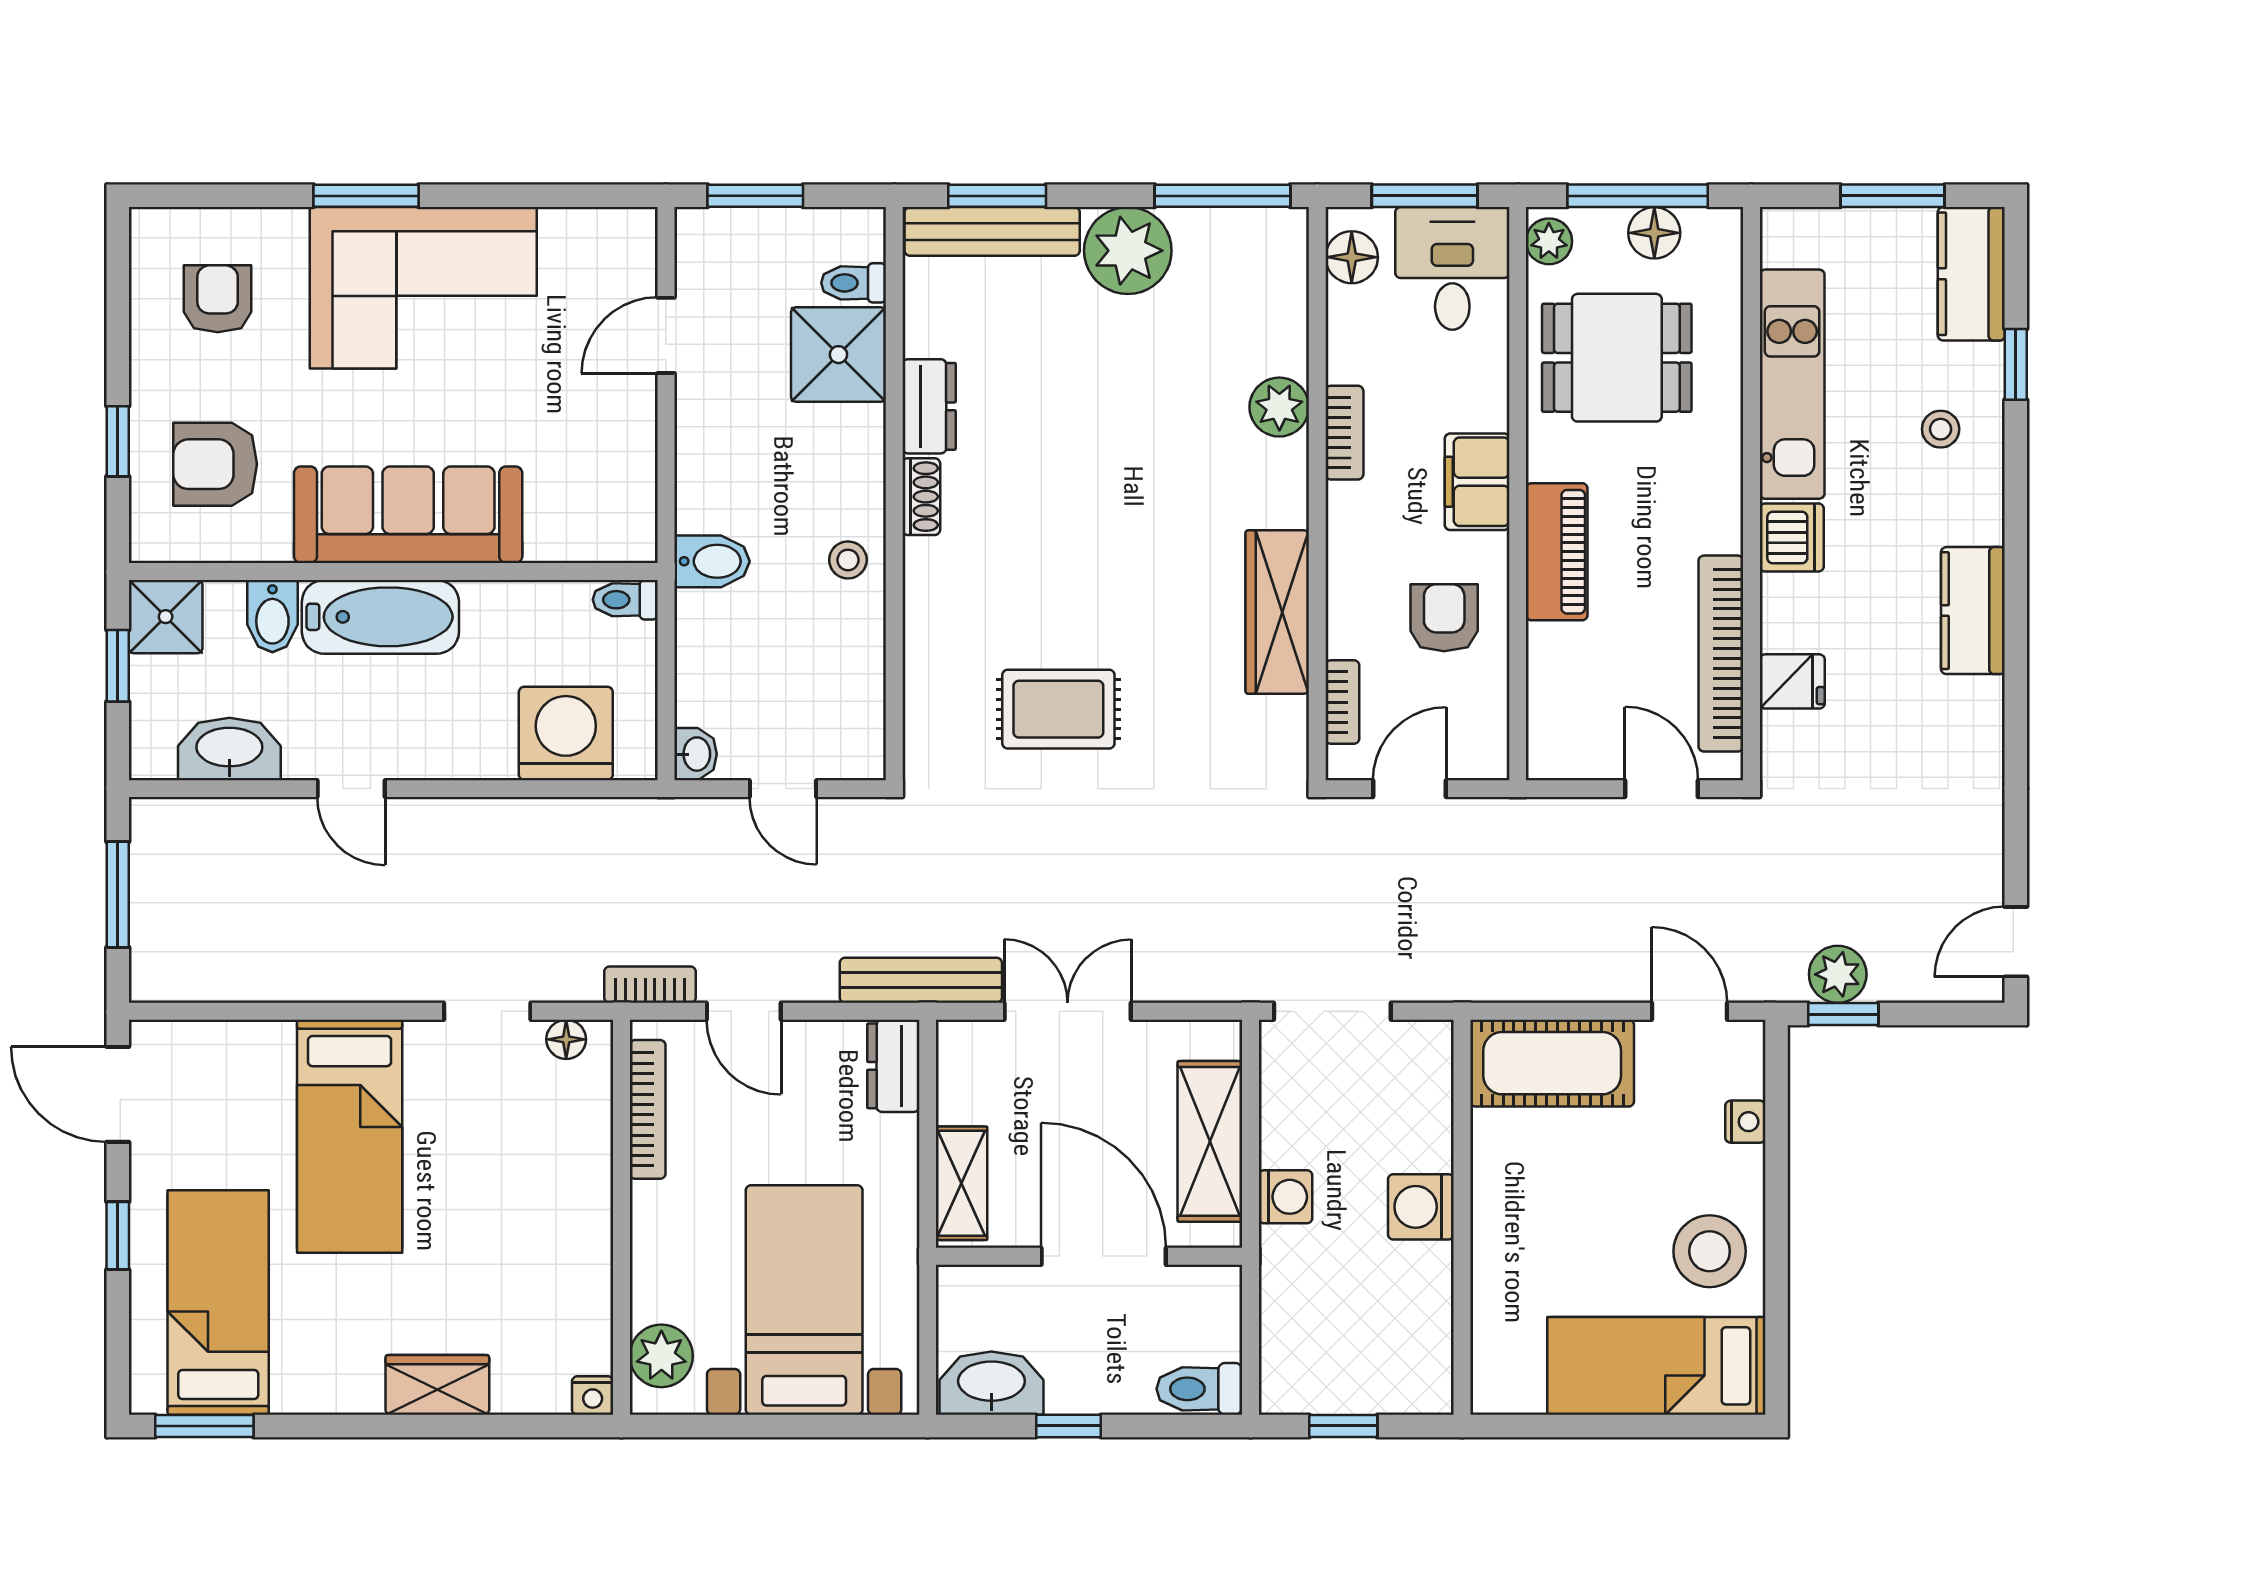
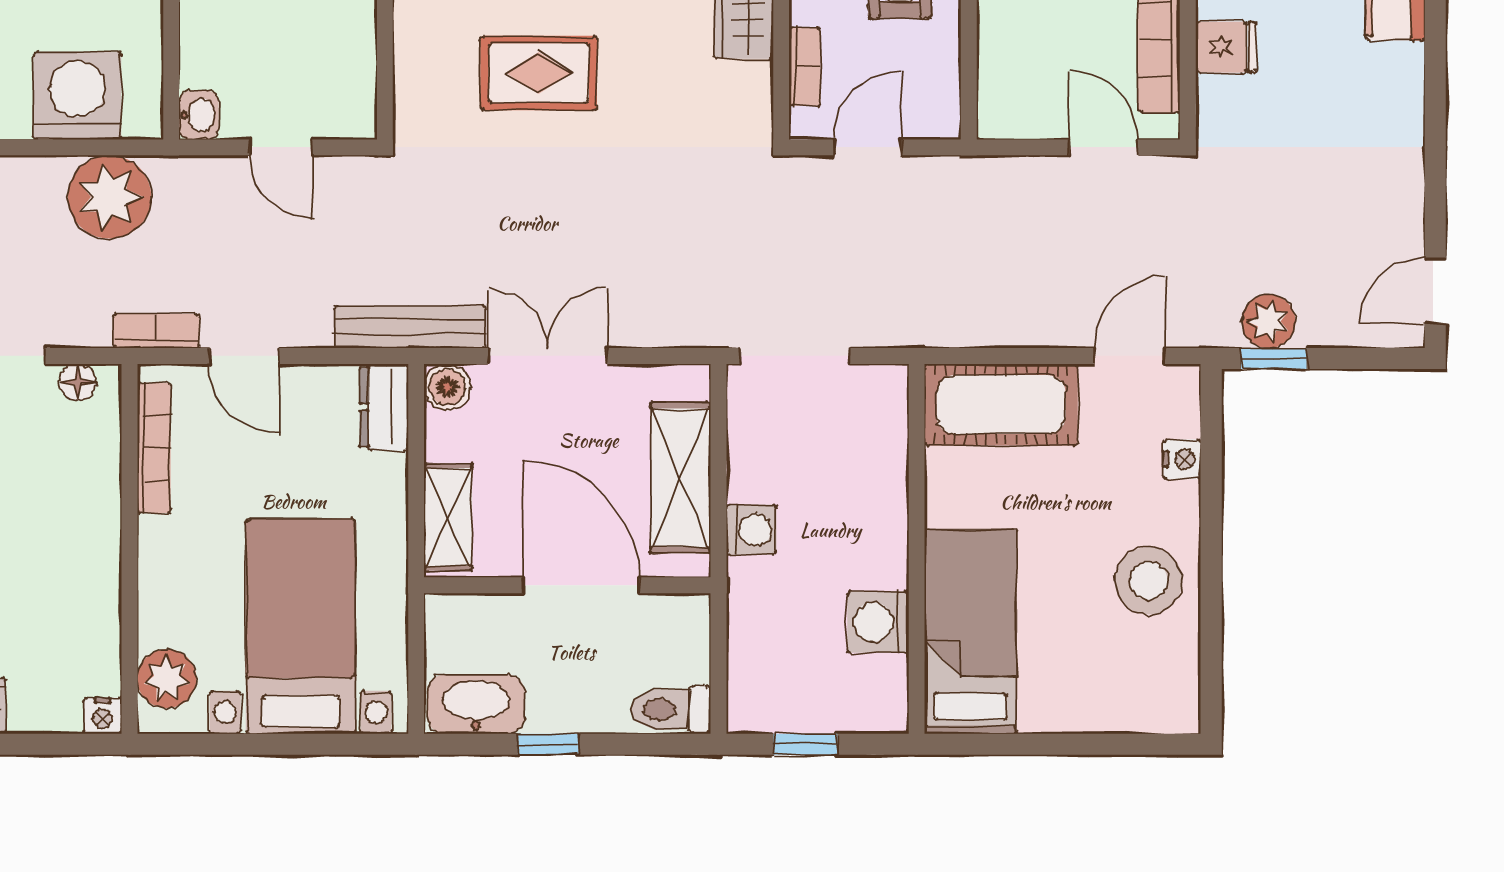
plant: (600, 842) -> (110, 197), added
door: (1690, 1011) -> (1130, 356), hinge flipped
boiler: (961, 1045) -> (447, 387), added
washing machine: (1421, 1207) -> (878, 622), moved
bed: (1656, 1366) -> (970, 632), moved, turned 90

